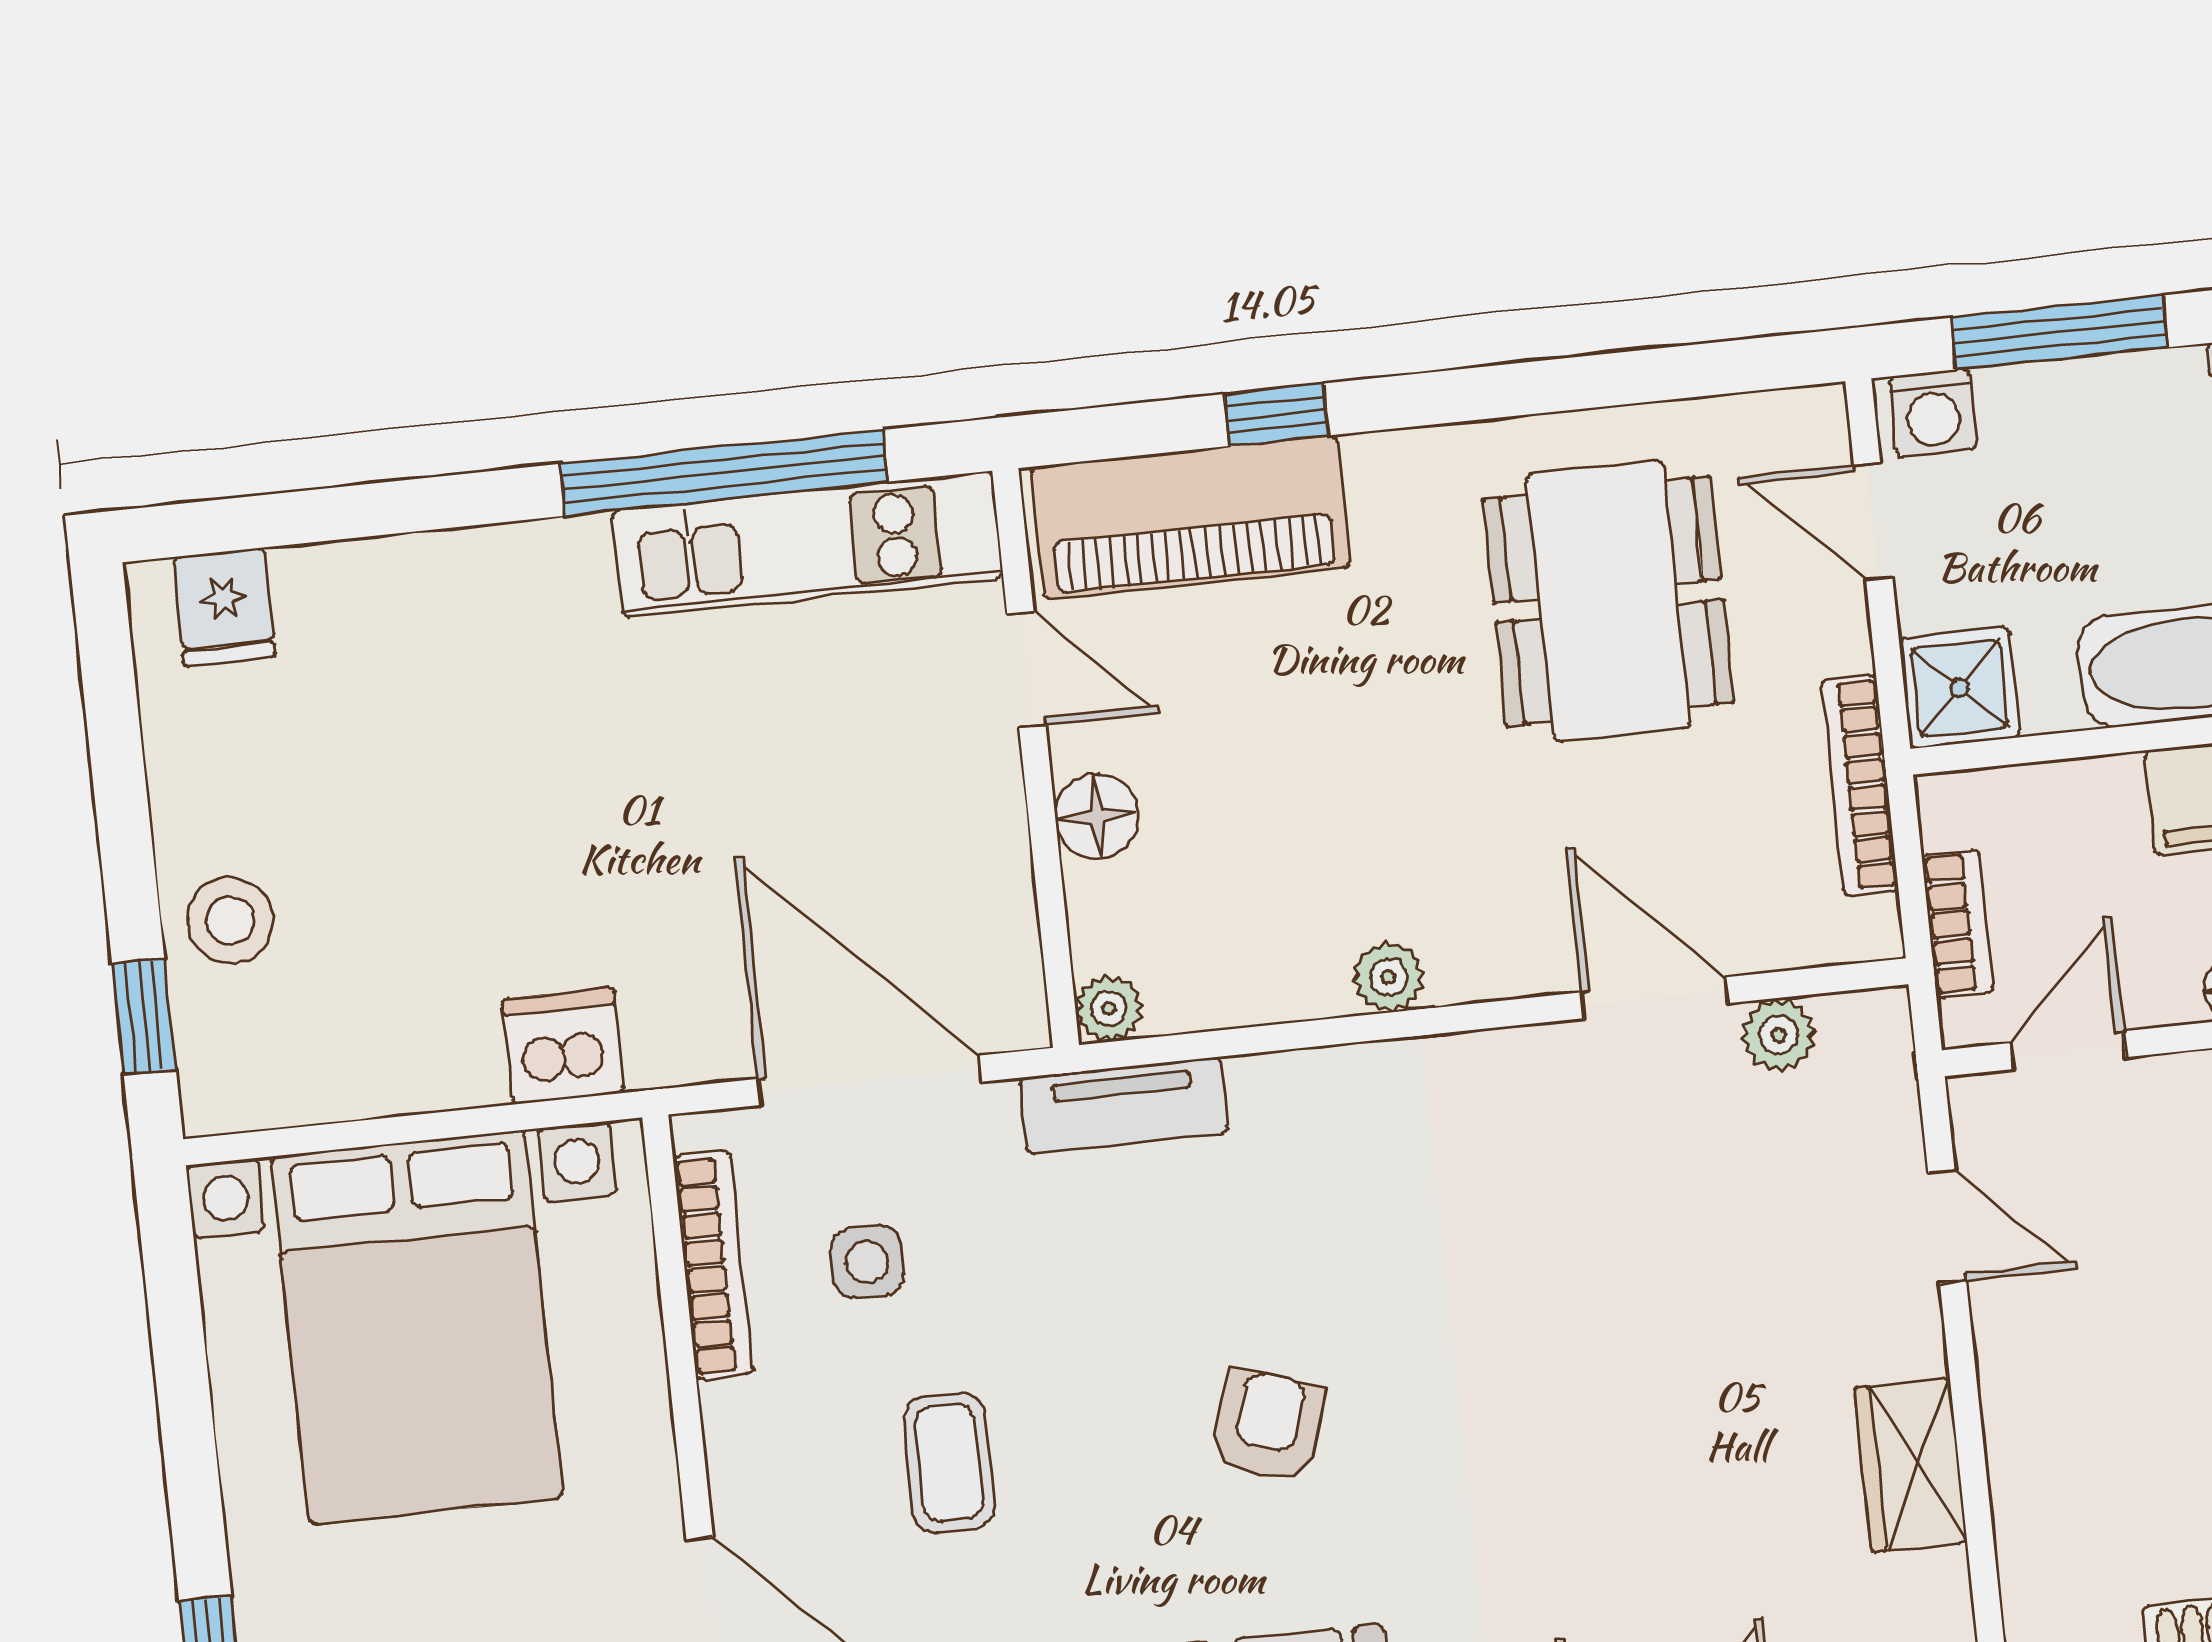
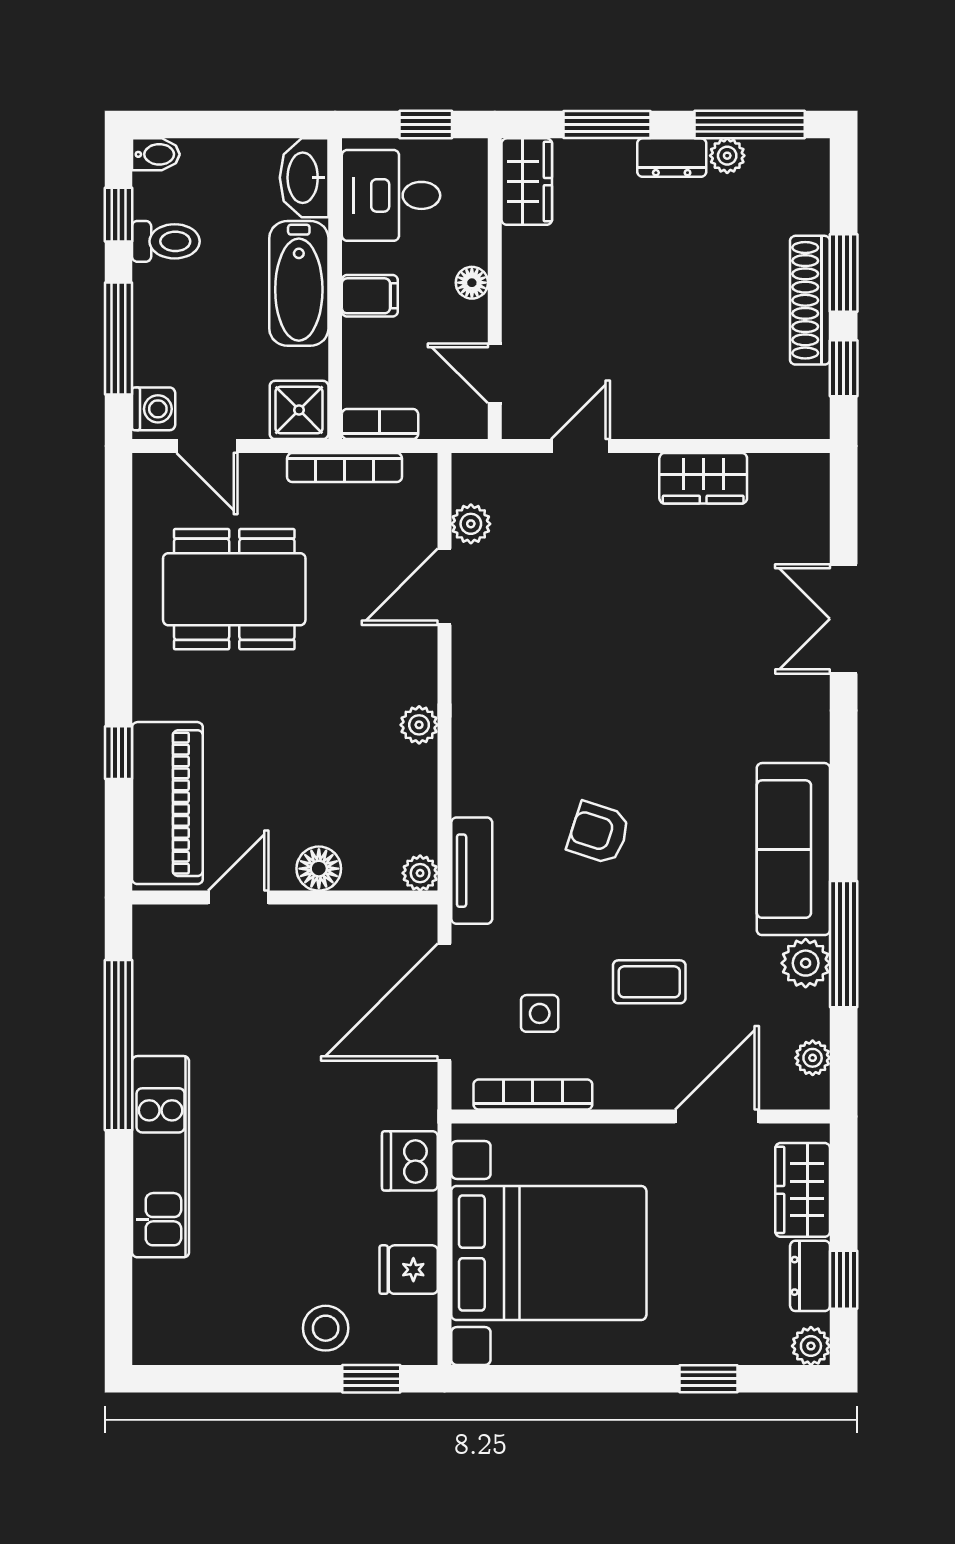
door: (1873, 521) -> (207, 446), hinge flipped
kitchen unit: (808, 544) -> (161, 1157), moved
fridge: (224, 607) -> (409, 1270), moved, turned 180
bookcase: (1958, 923) -> (380, 424), moved
armchair: (1268, 1426) -> (599, 833), moved

